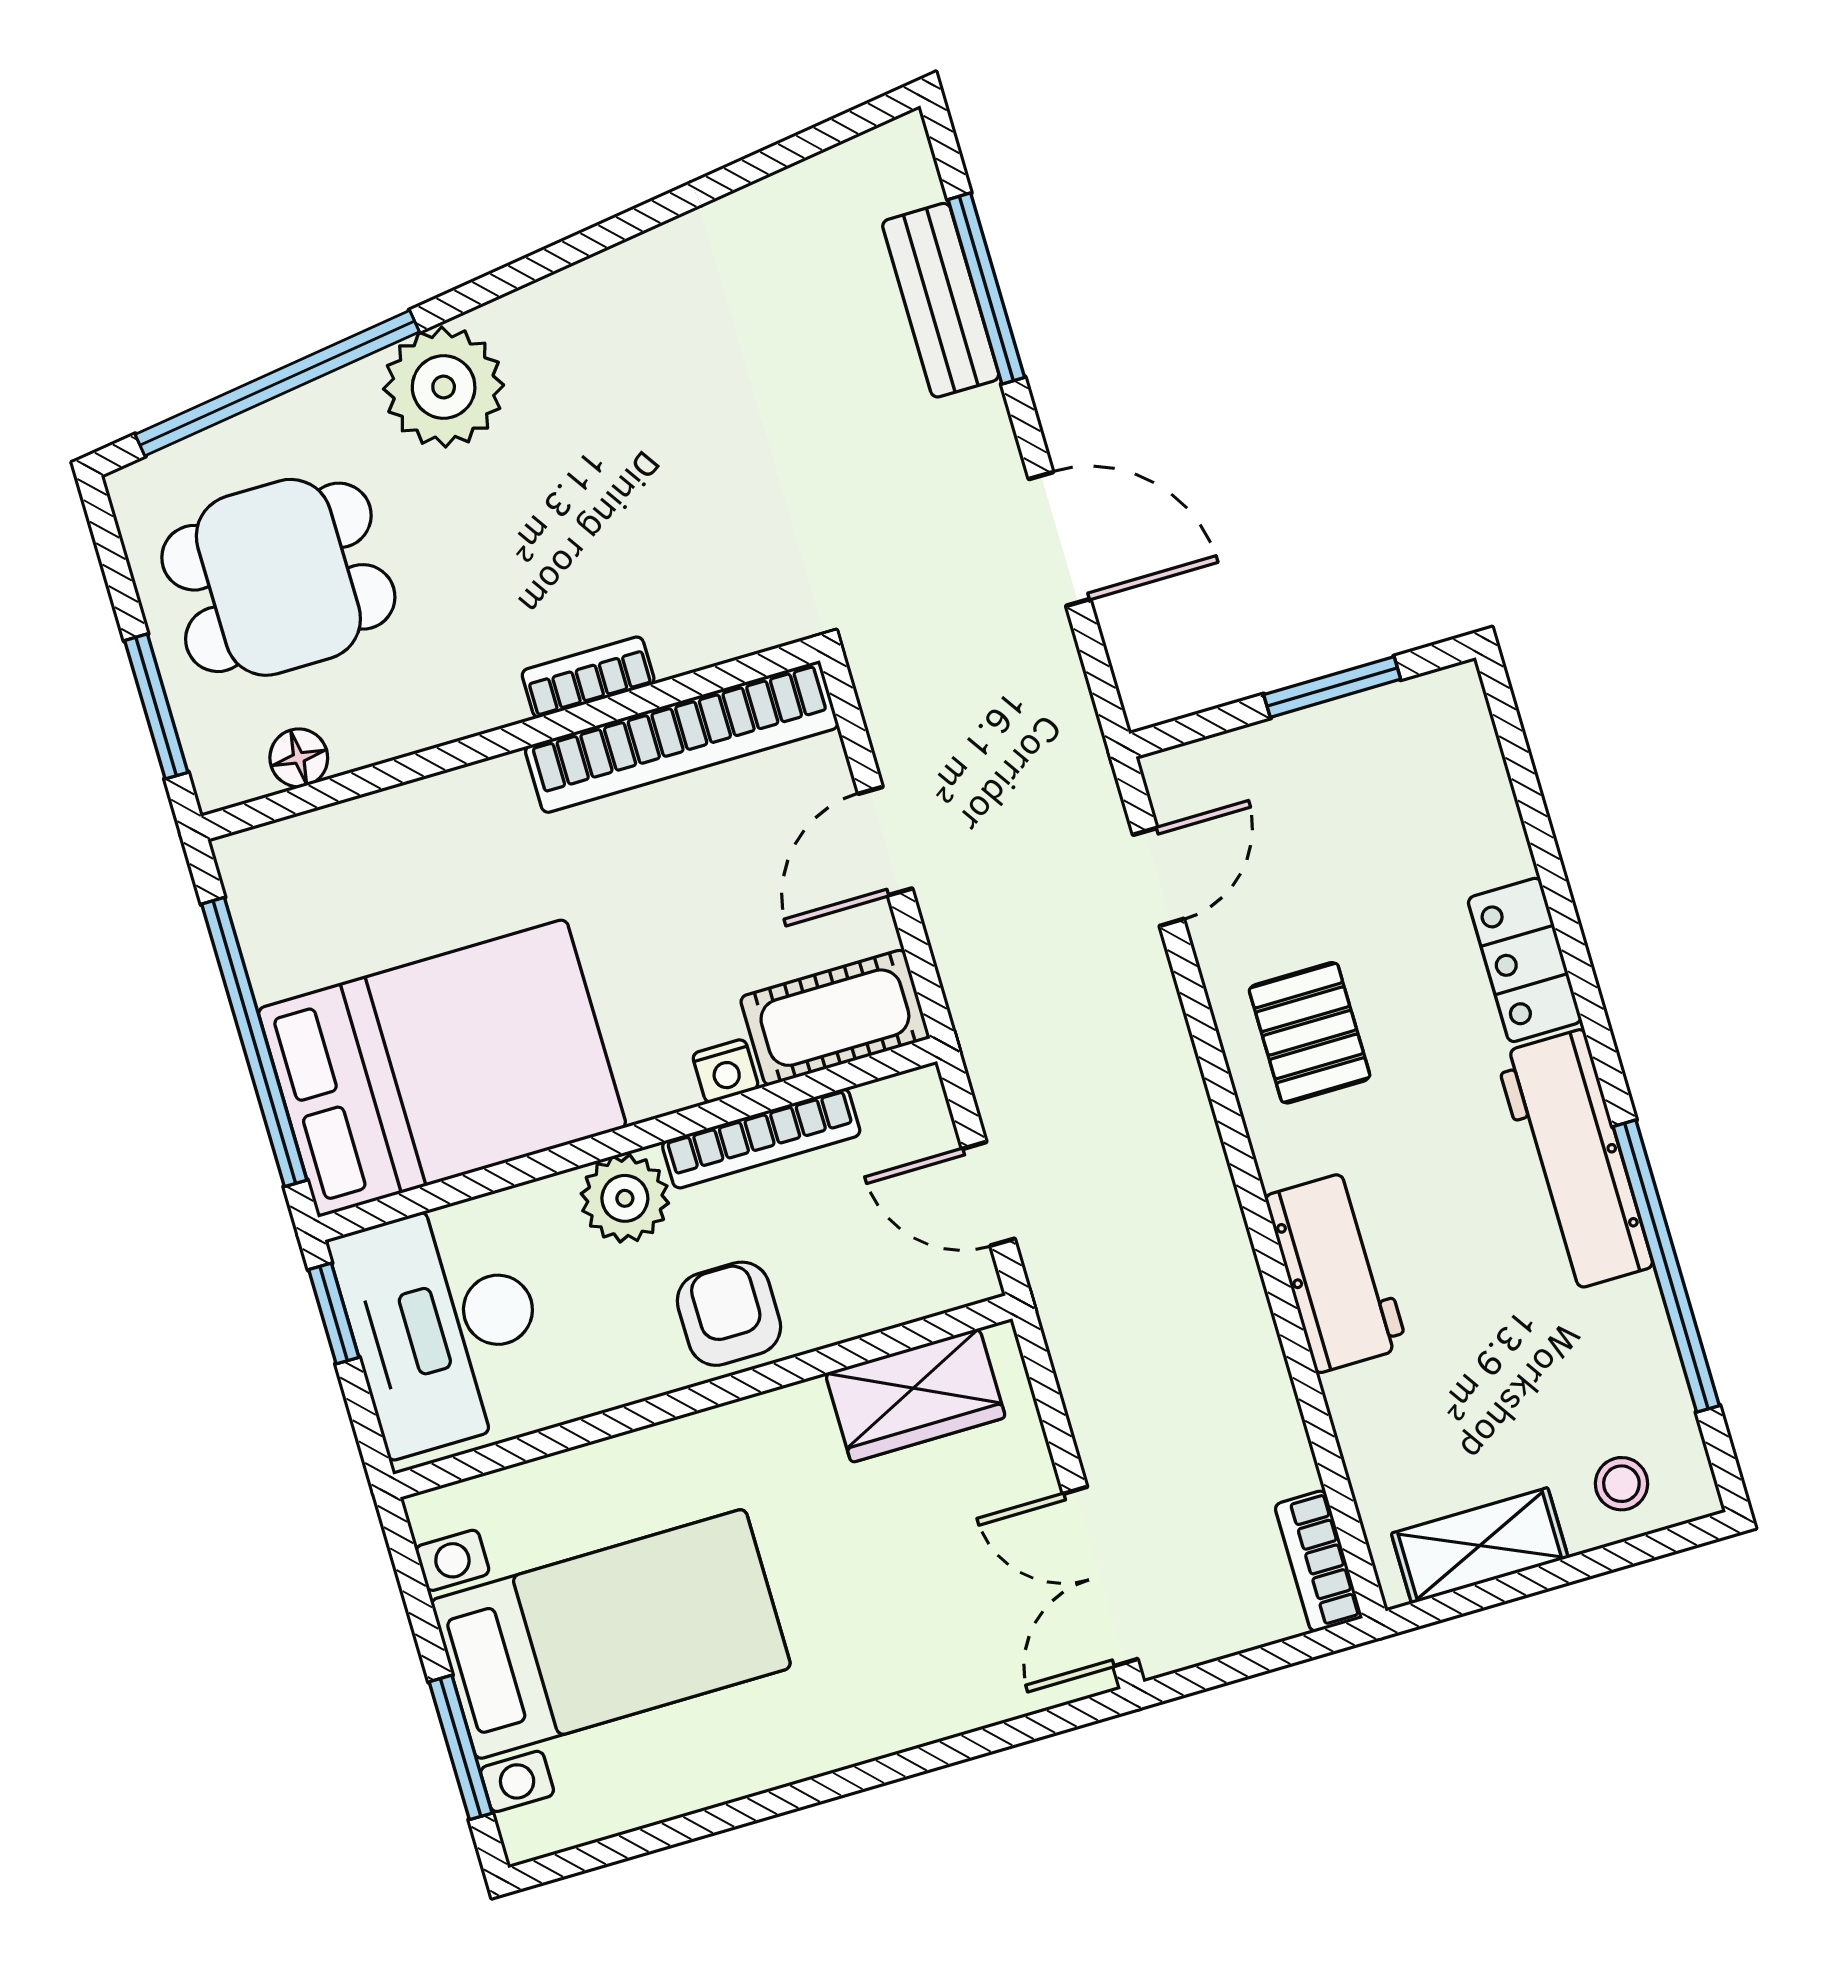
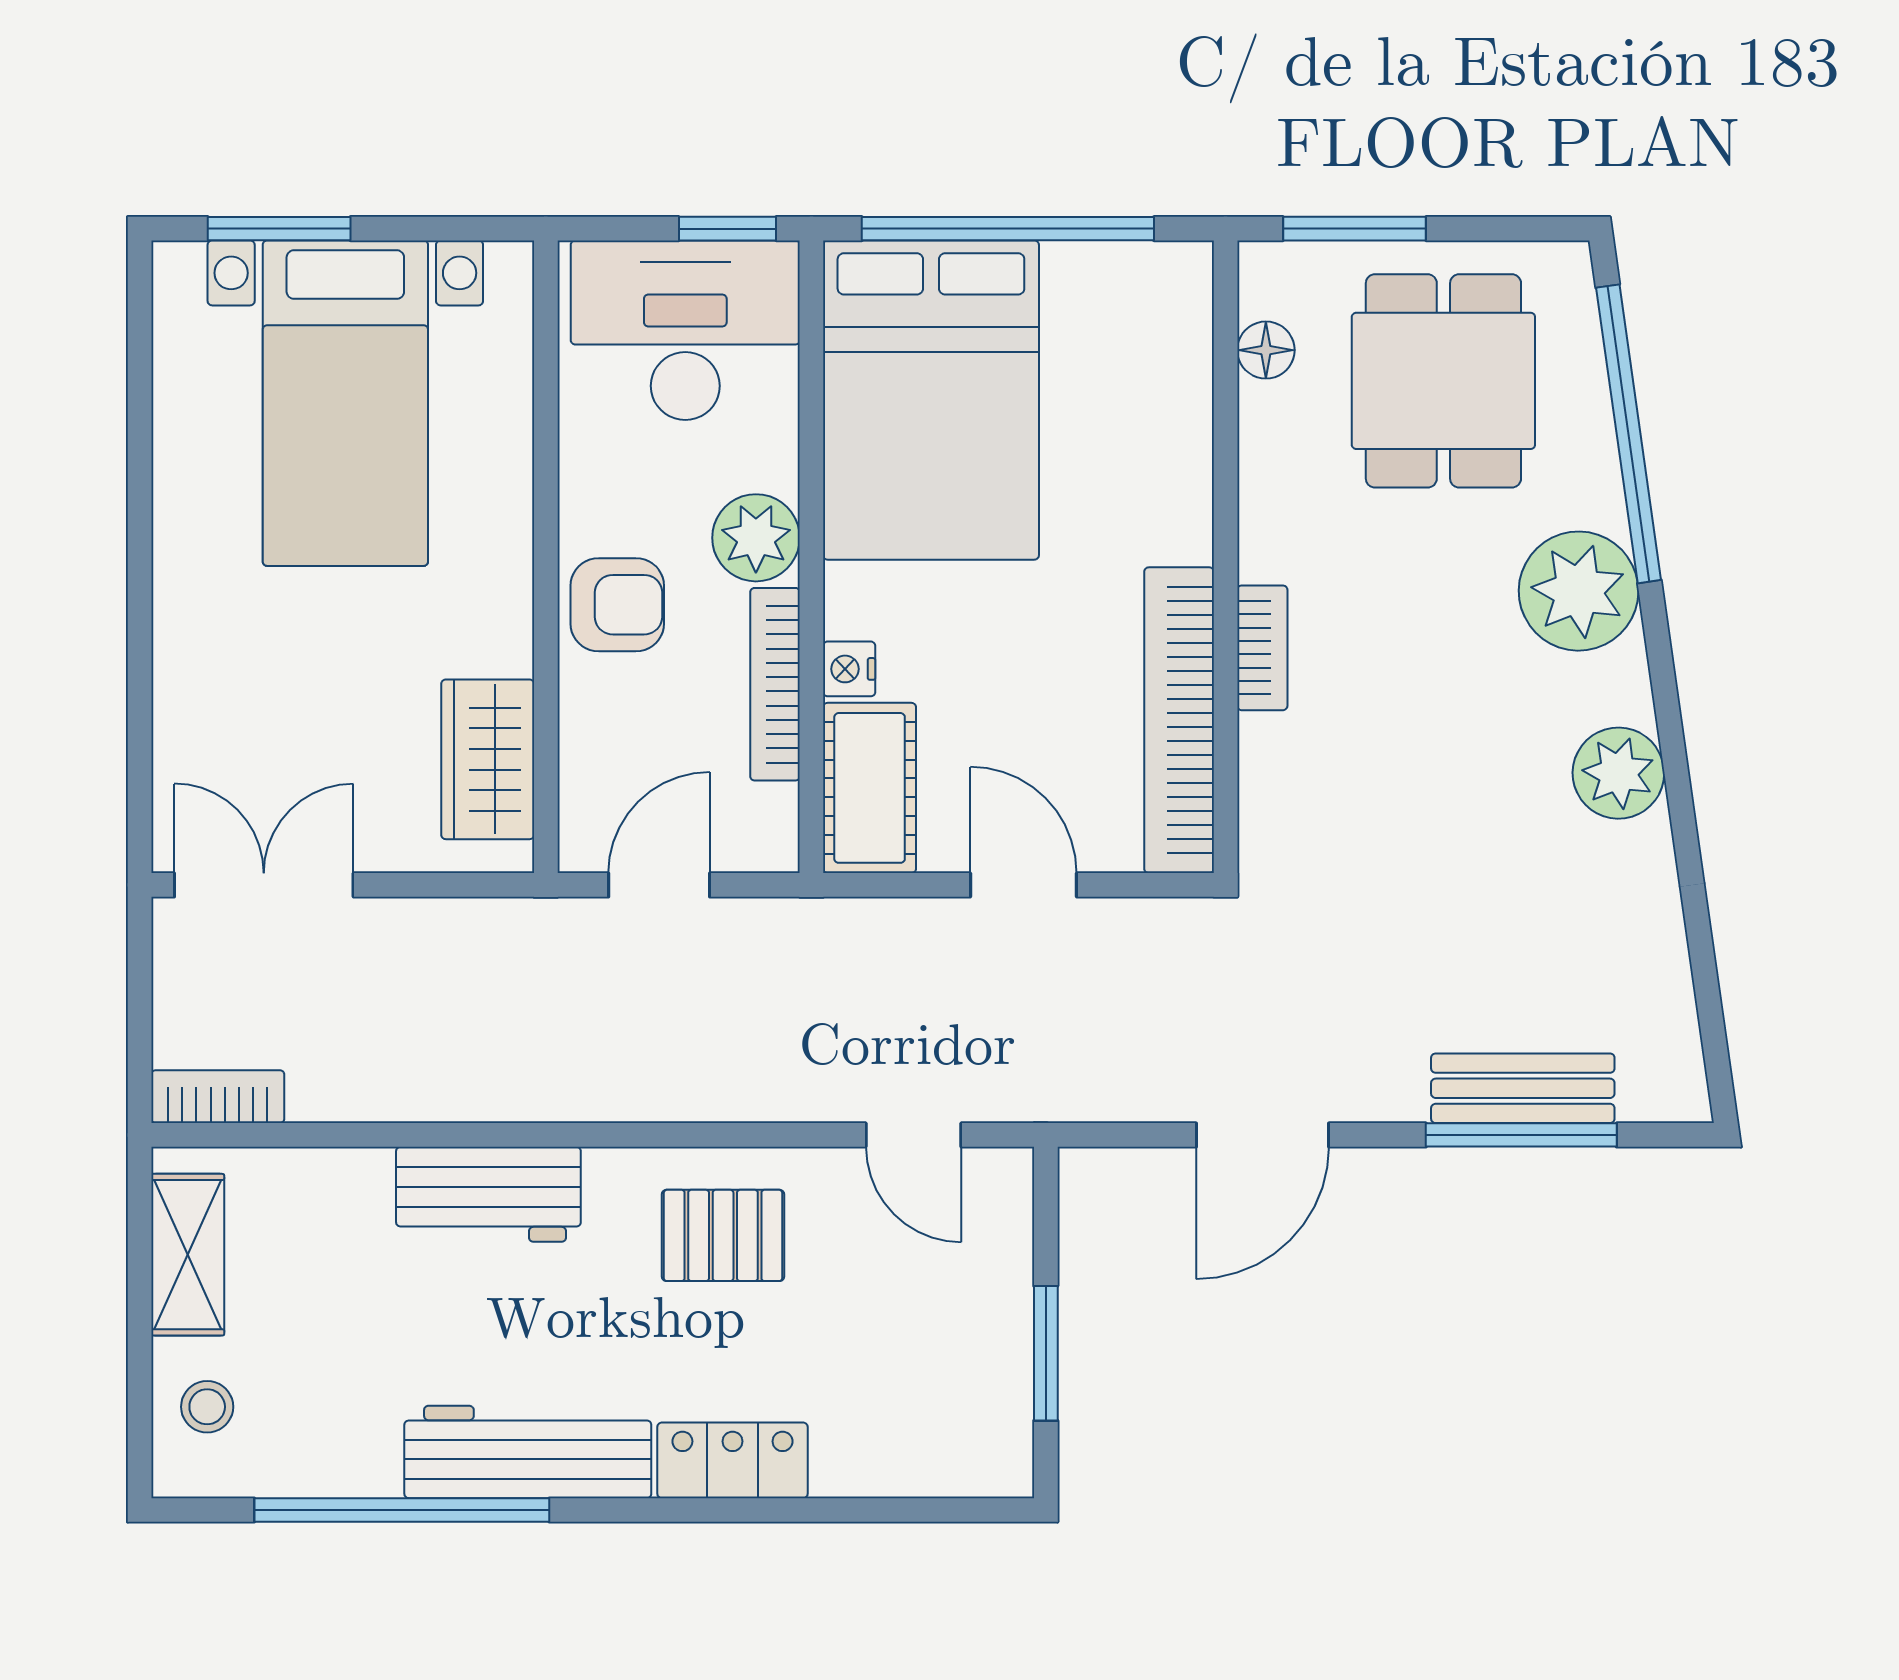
plant: (609, 297) -> (1618, 773), added

